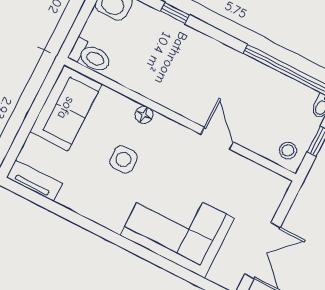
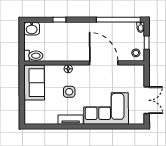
door: (217, 138) -> (104, 63), width x1.88
tv unit: (34, 181) -> (71, 120), moved

